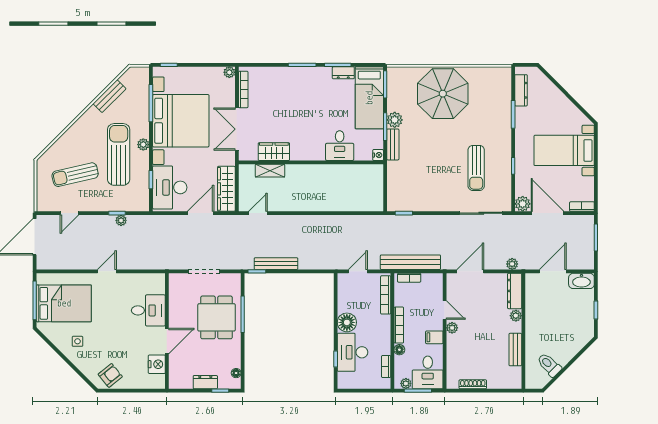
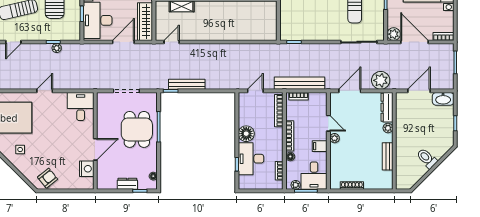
plant: (512, 264) -> (381, 80), width x1.88, depth x1.88
desk: (148, 310) -> (81, 106), moved, turned -90
toilet: (549, 365) -> (427, 158), moved

